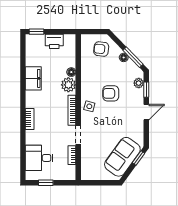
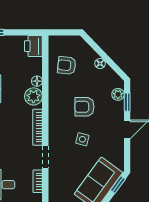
printer: (54, 41) -> (33, 46), moved, turned 90
armchair: (101, 49) -> (67, 65), moved
window: (133, 57) -> (111, 63), removed
side table: (89, 106) -> (82, 139), moved

